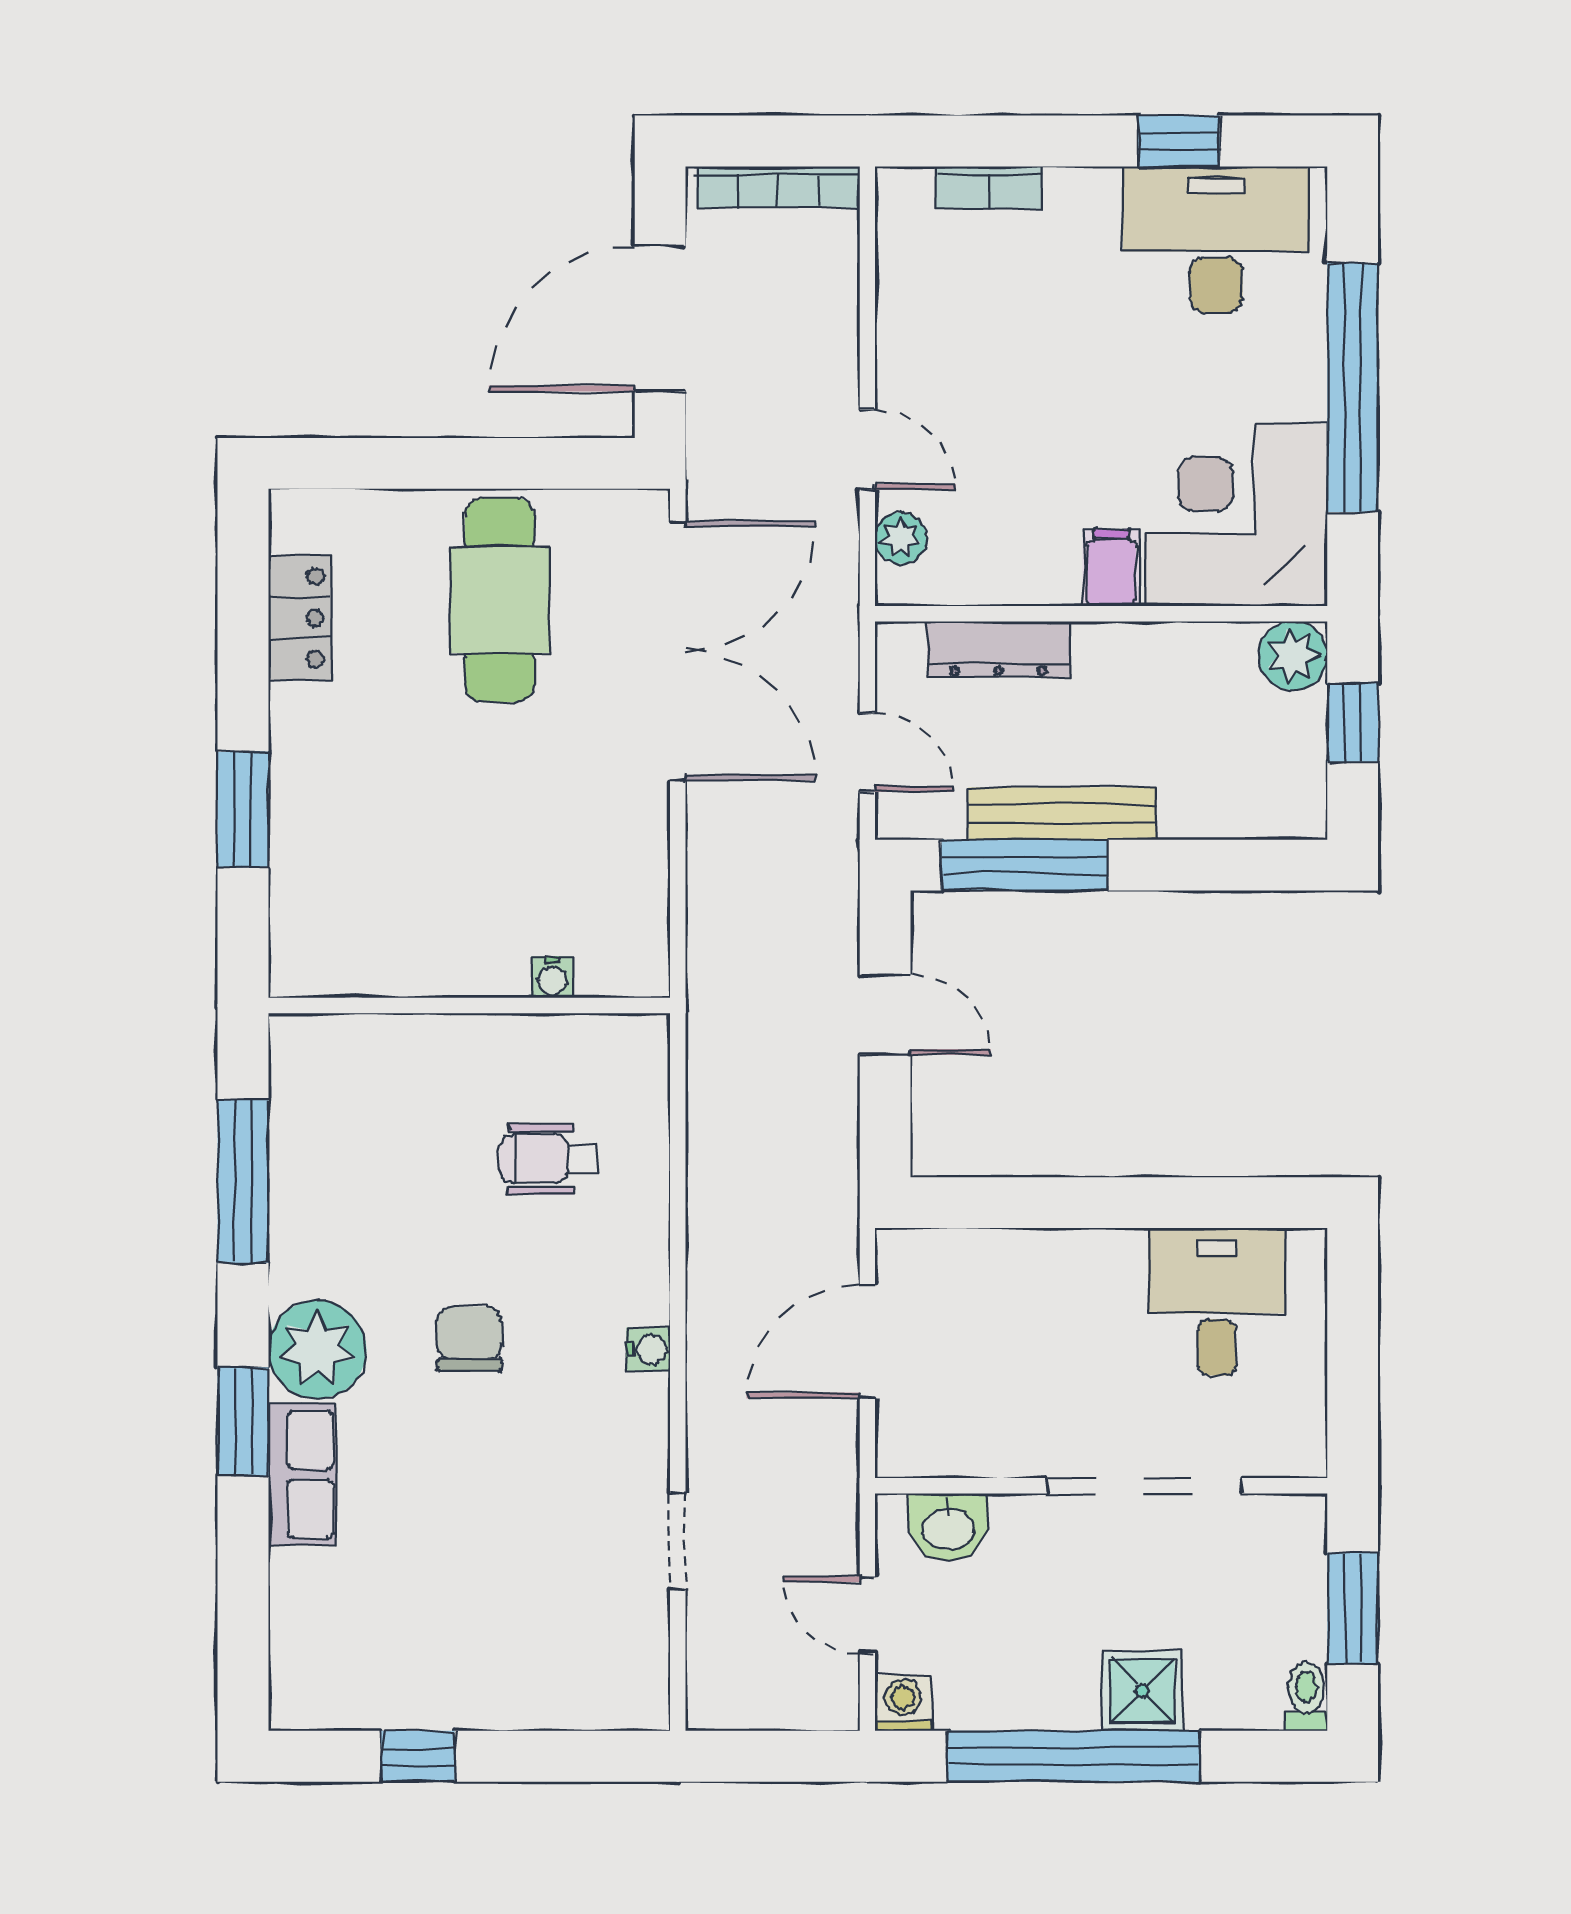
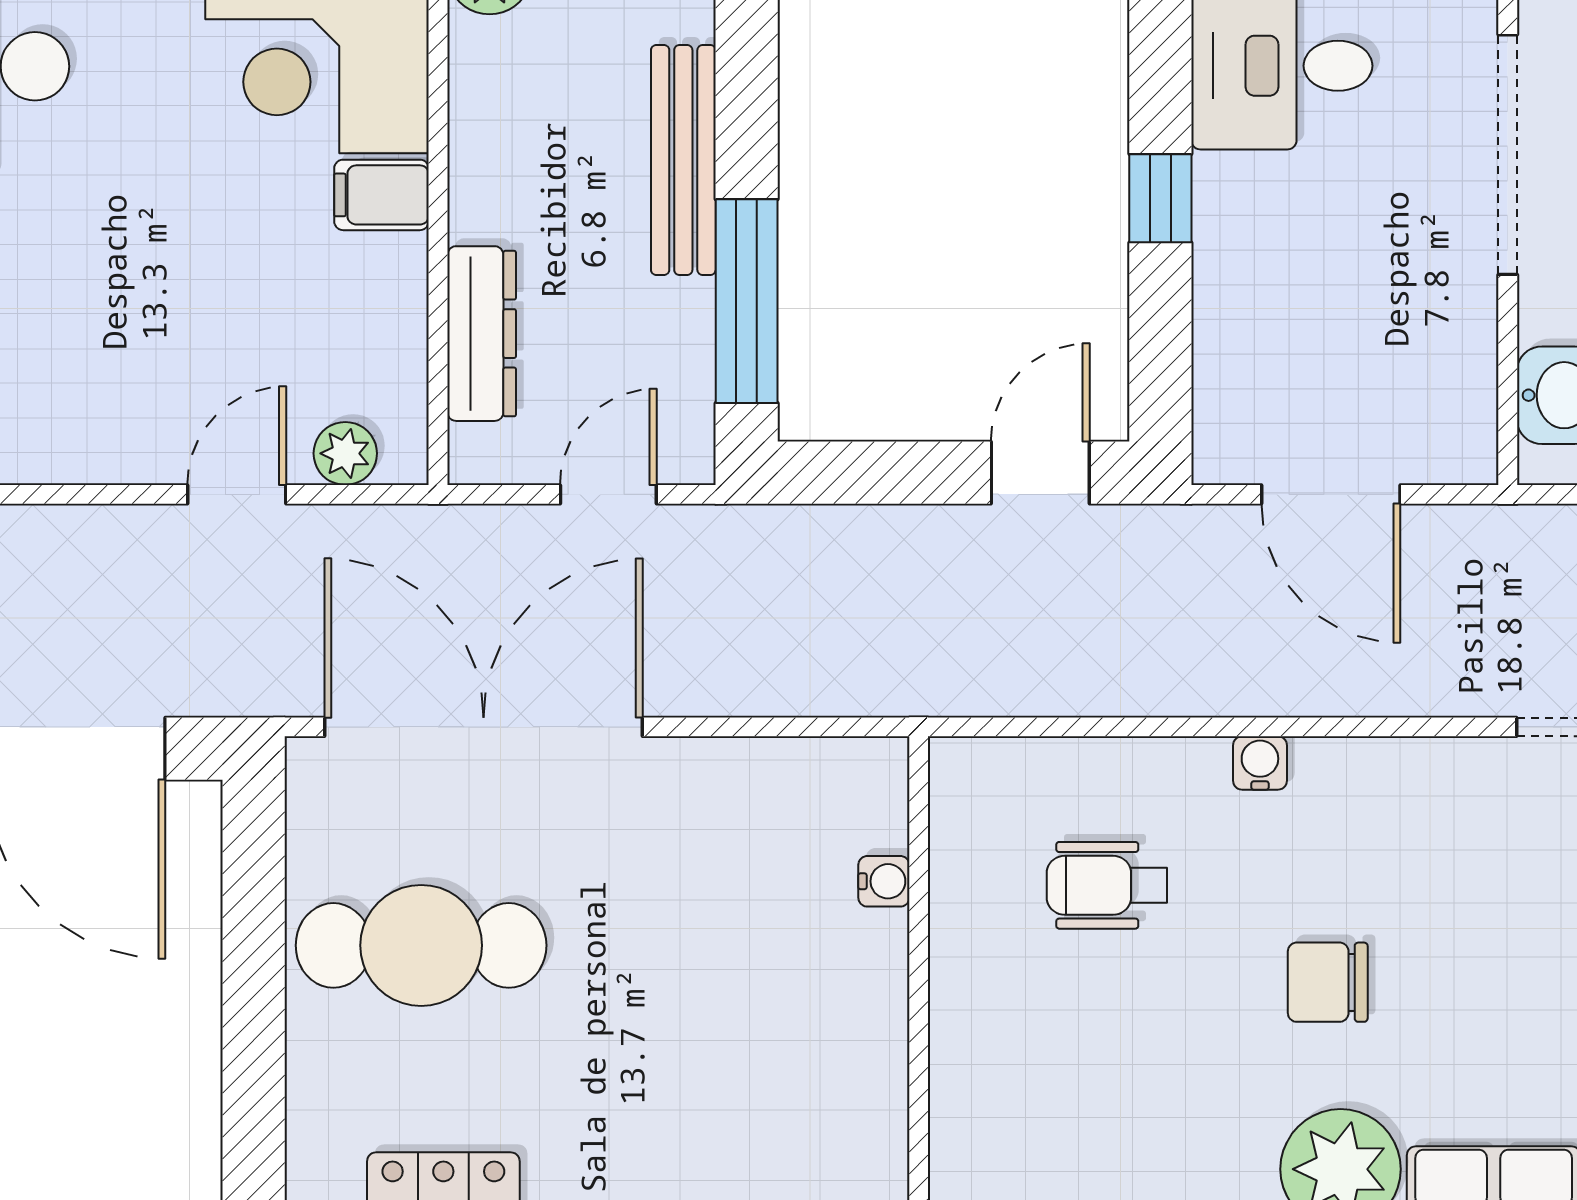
bench: (1062, 814) -> (683, 160), moved
door: (885, 1015) -> (1040, 473), moved
wheelchair: (549, 1159) -> (1107, 885), turned 90
window: (1109, 1203) -> (1160, 198), added
water cooler: (648, 1349) -> (1260, 763), moved

